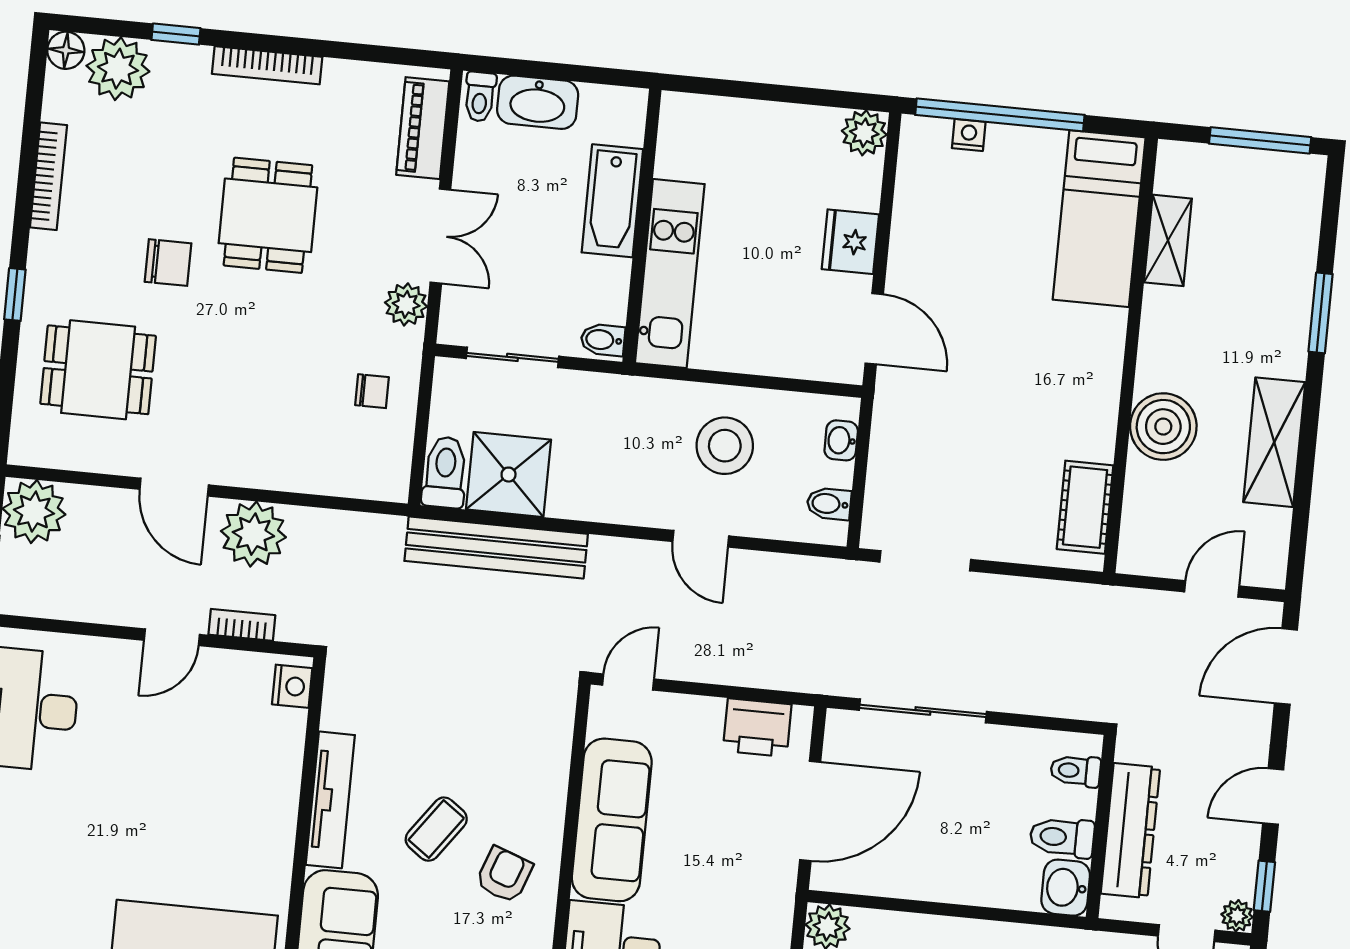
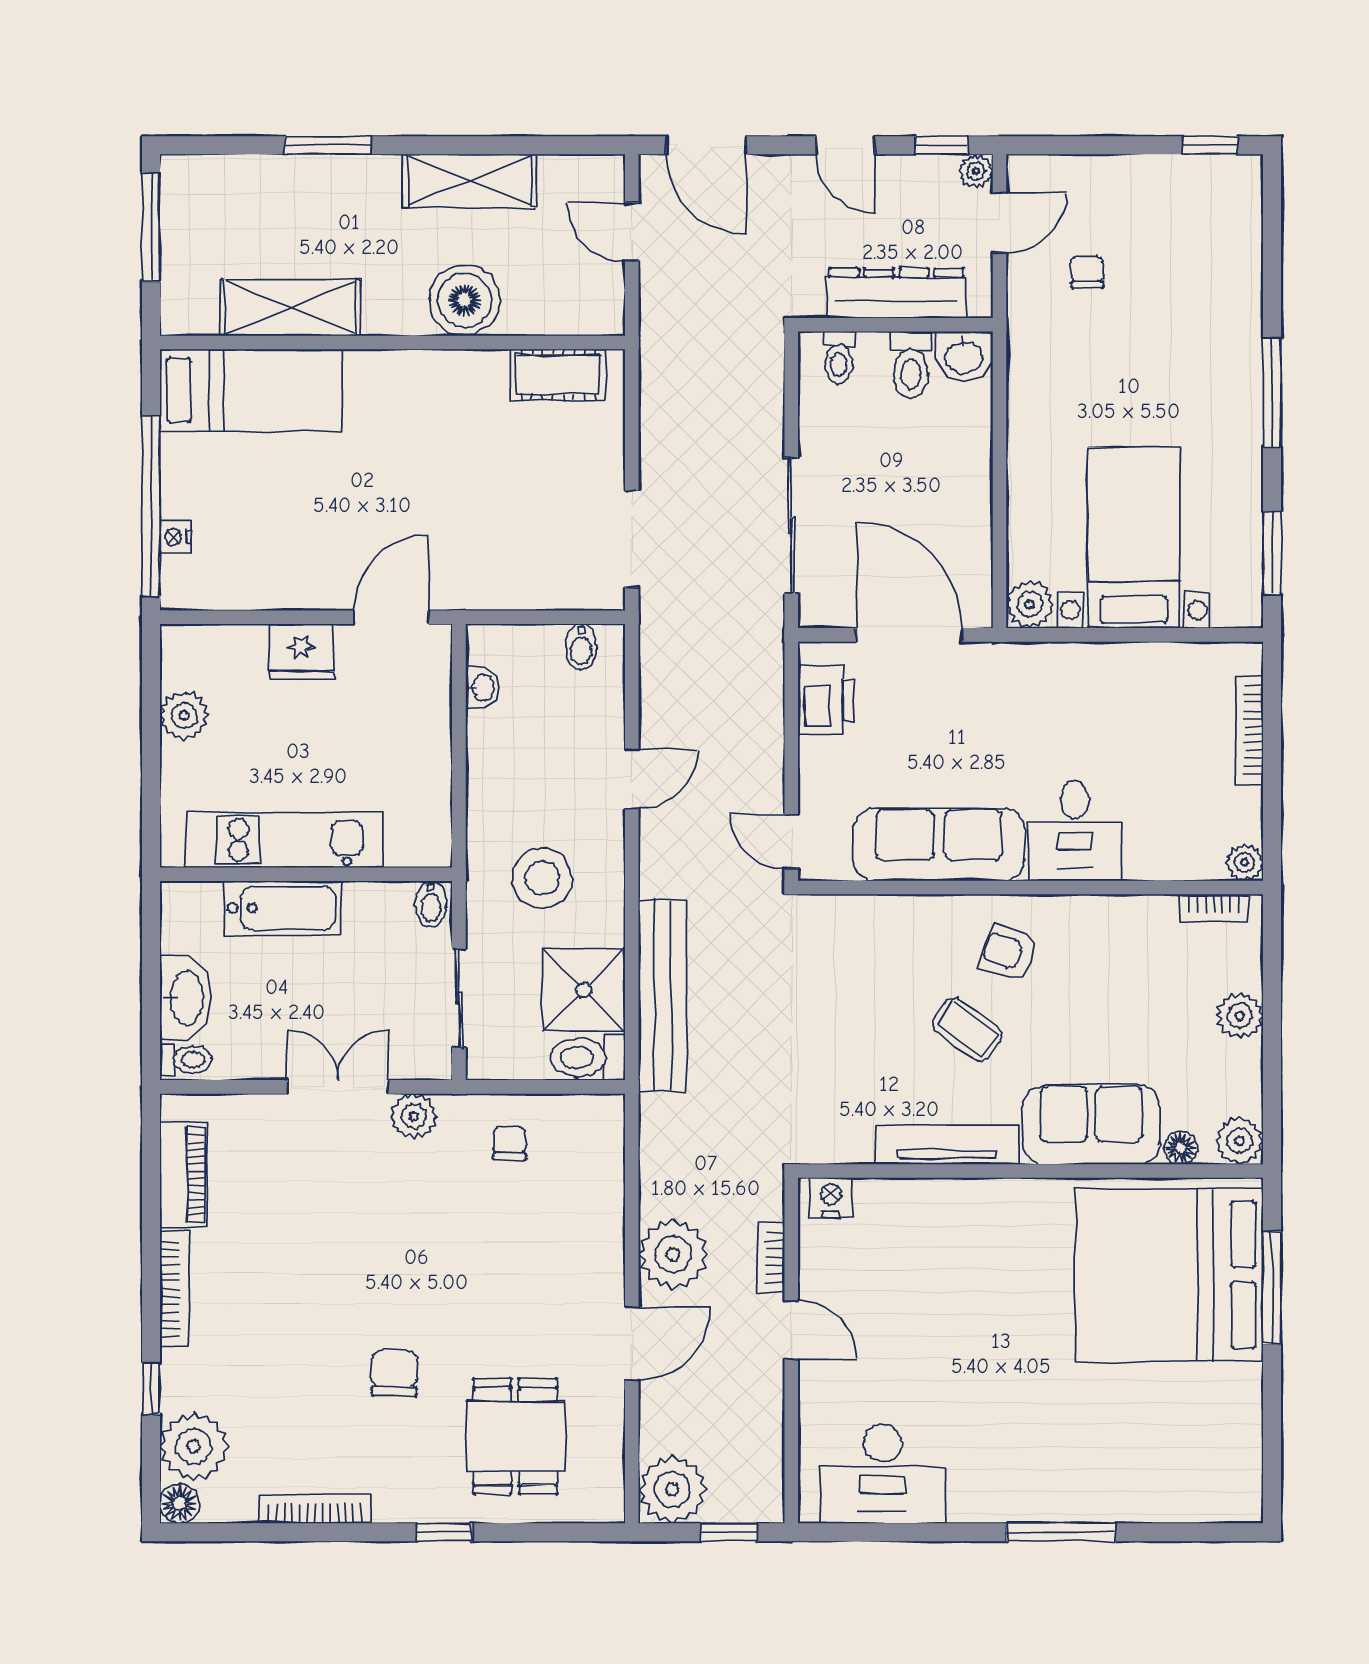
piano: (423, 128) -> (183, 1175), moved, turned -90
plant: (864, 133) -> (184, 715), moved
dining table: (268, 215) -> (334, 1272), removed
shelving: (1168, 240) -> (290, 308), width x1.50, depth x1.33
kitchen unit: (670, 274) -> (284, 840), moved
washbasin: (841, 440) -> (482, 688), moved, turned -90
stool: (725, 446) -> (542, 878), moved

